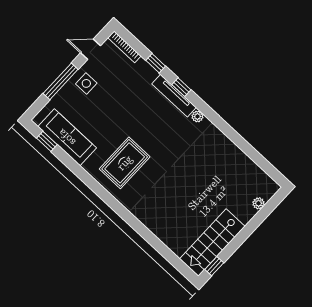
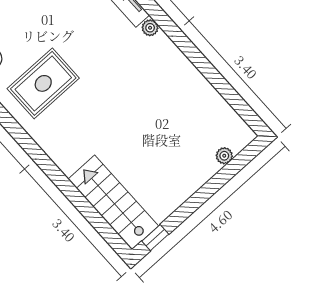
stairs: (212, 243) -> (113, 202), moved, turned 90

